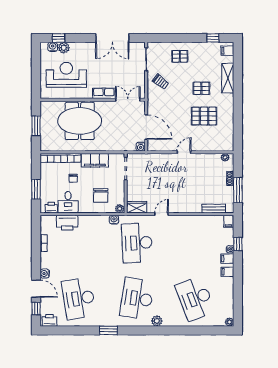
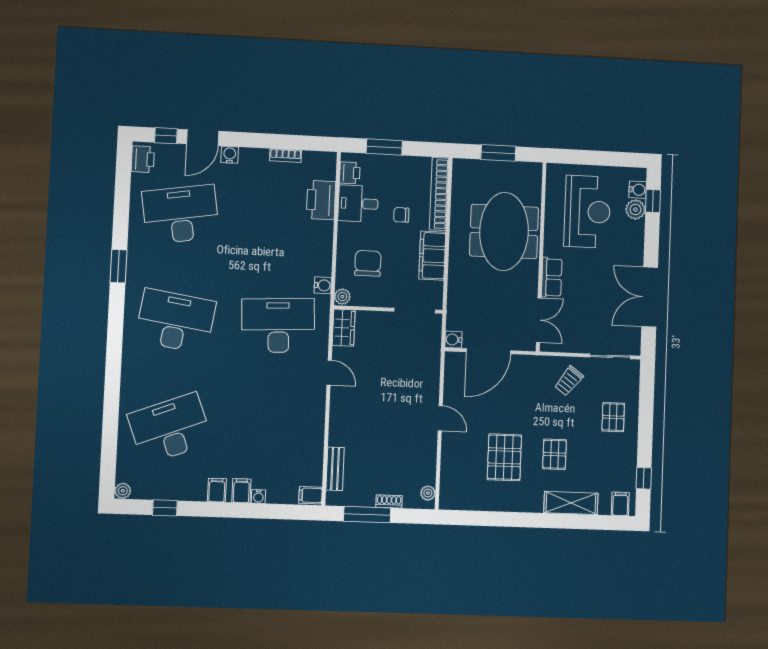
chair: (101, 195) -> (368, 263), turned 90
window: (238, 244) -> (165, 508), moved
plant: (157, 321) -> (132, 356), removed

